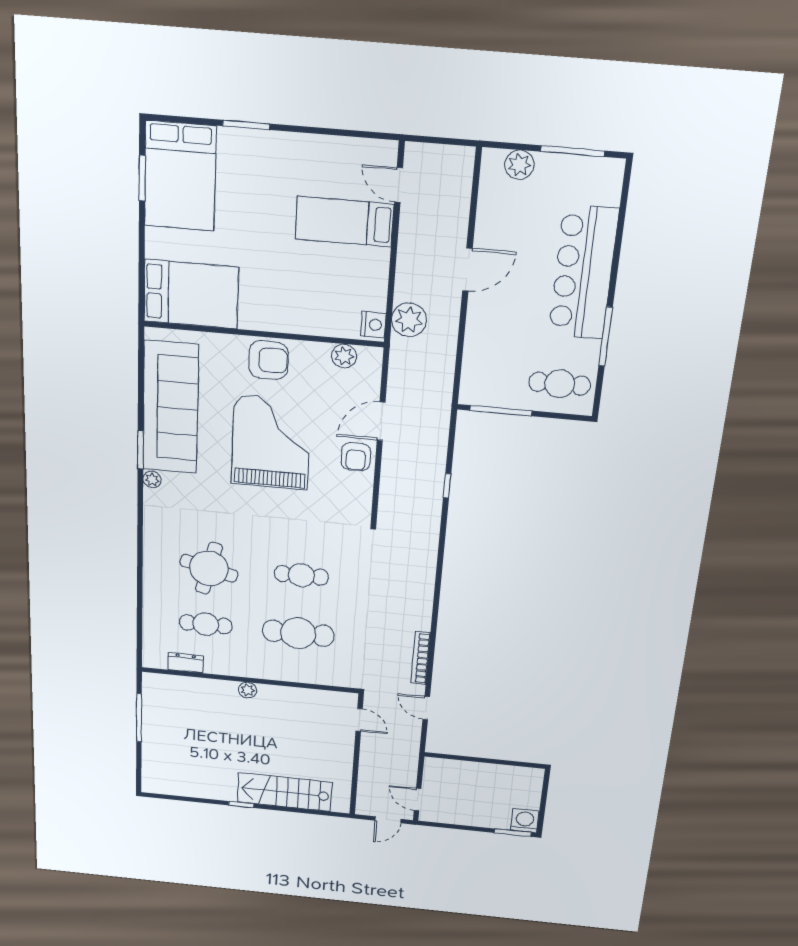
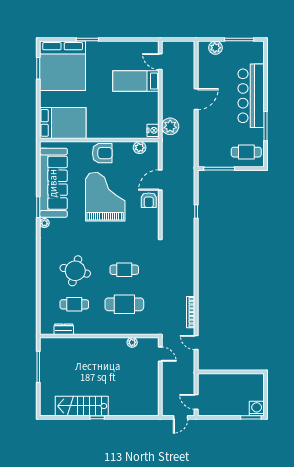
bed: (180, 176) -> (63, 66), width x1.36
plant: (248, 690) -> (132, 342), moved
stairs: (284, 792) -> (82, 406), moved

